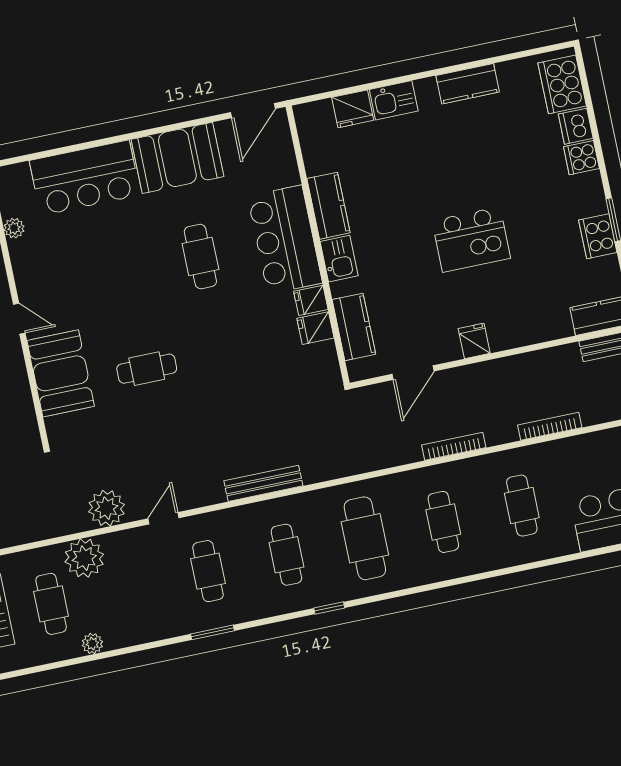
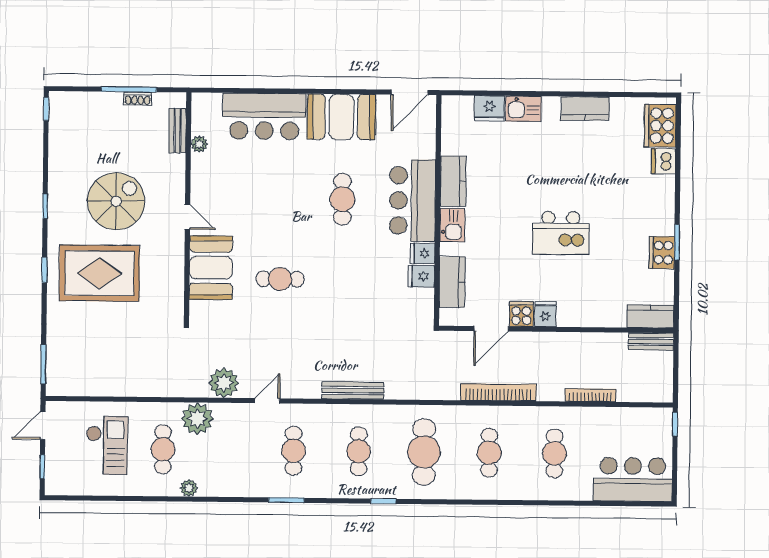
cooker: (581, 158) -> (521, 314), moved, turned 90
bookcase: (454, 446) -> (498, 392), width x1.48, depth x1.31

